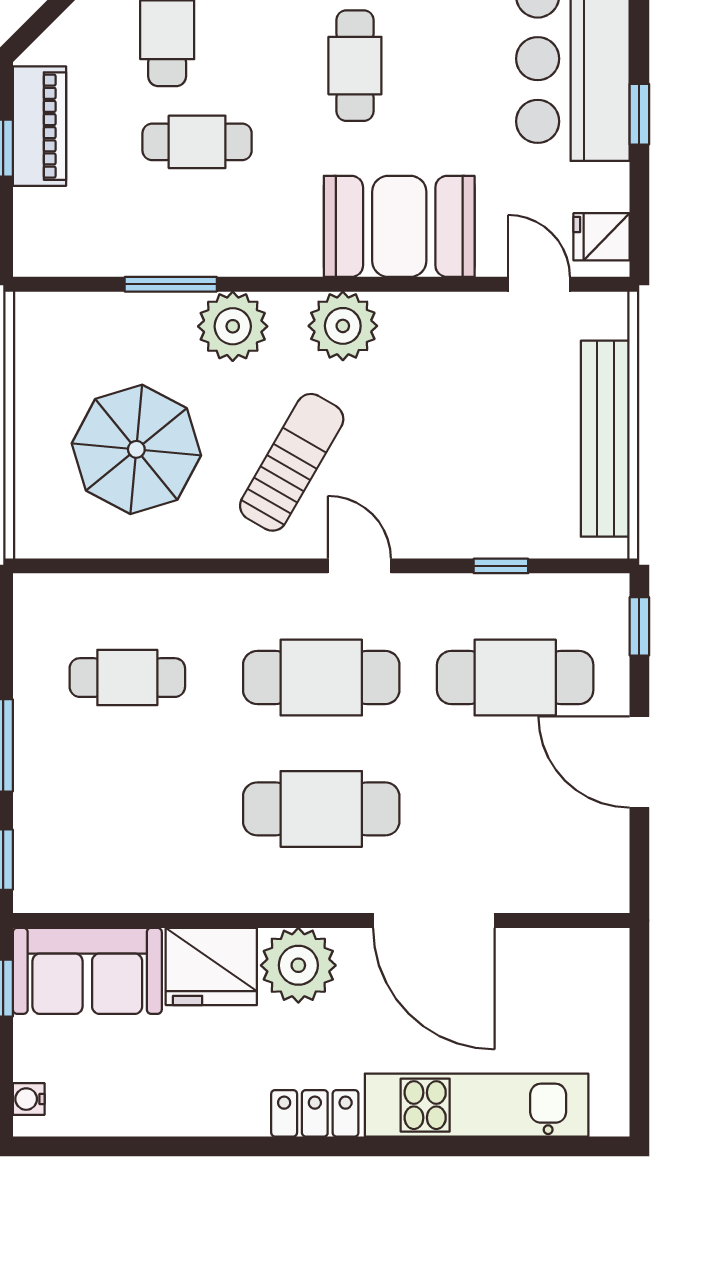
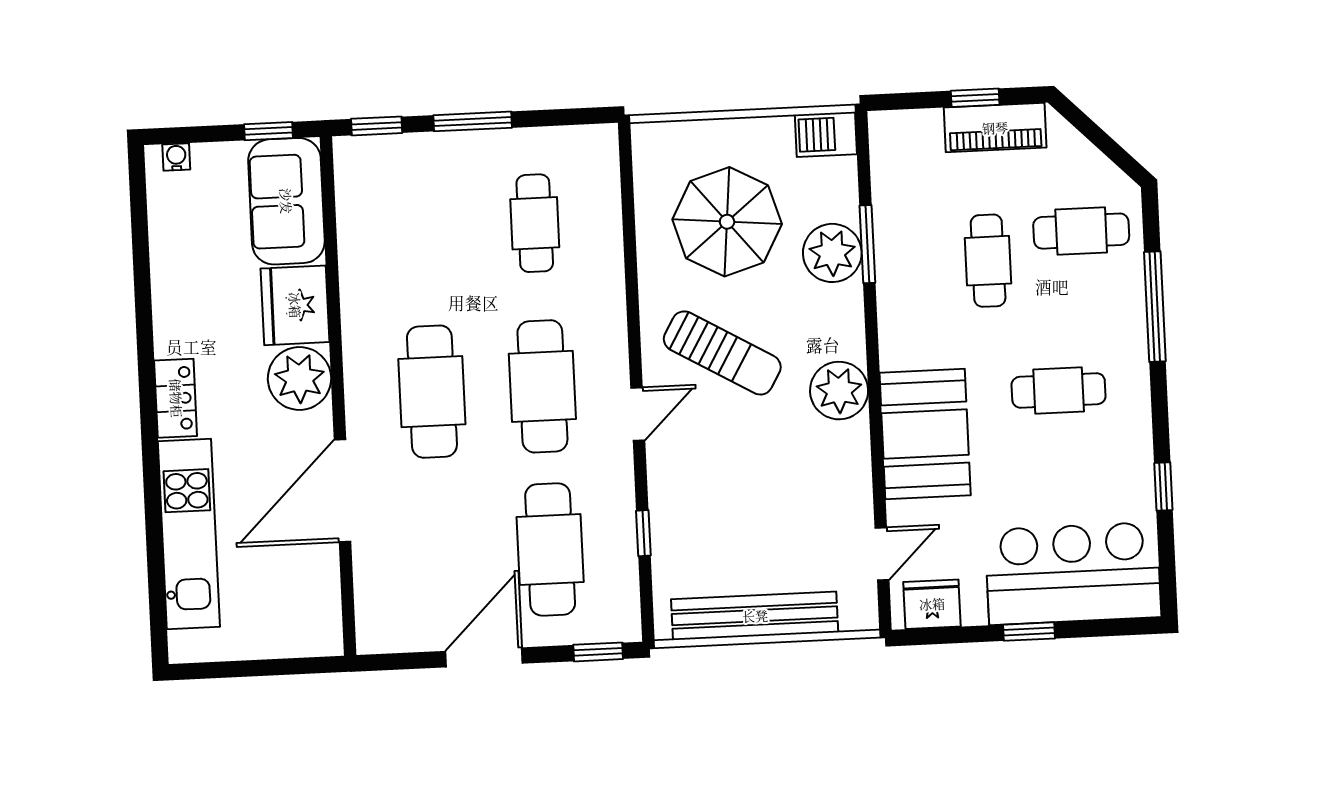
fridge: (602, 237) -> (932, 604), width x1.38
plant: (233, 326) -> (832, 253), moved
barbecue: (38, 327) -> (826, 134), added

